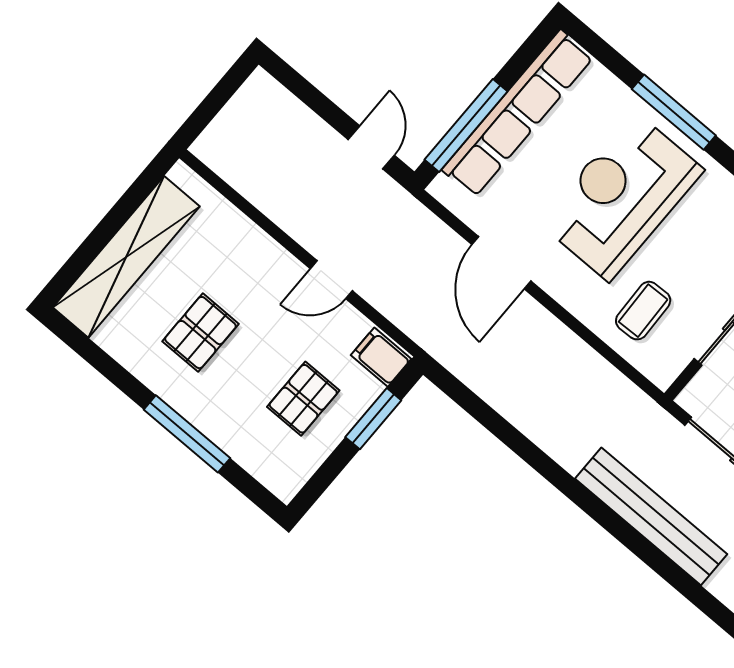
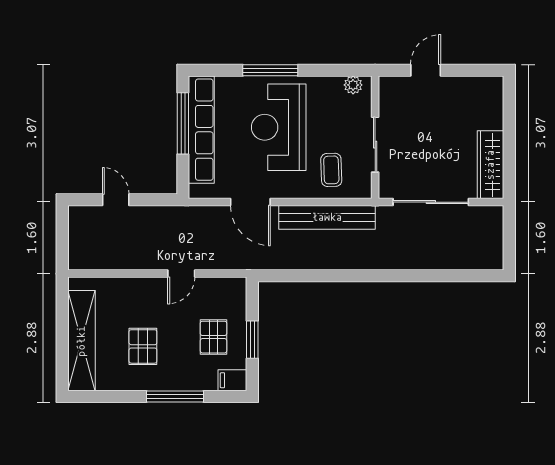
window: (466, 125) -> (183, 123), moved
door: (371, 147) -> (116, 200), moved
filing cabinet: (381, 357) -> (232, 380), moved
window: (373, 419) -> (252, 340), moved
bench: (651, 516) -> (327, 217), moved

